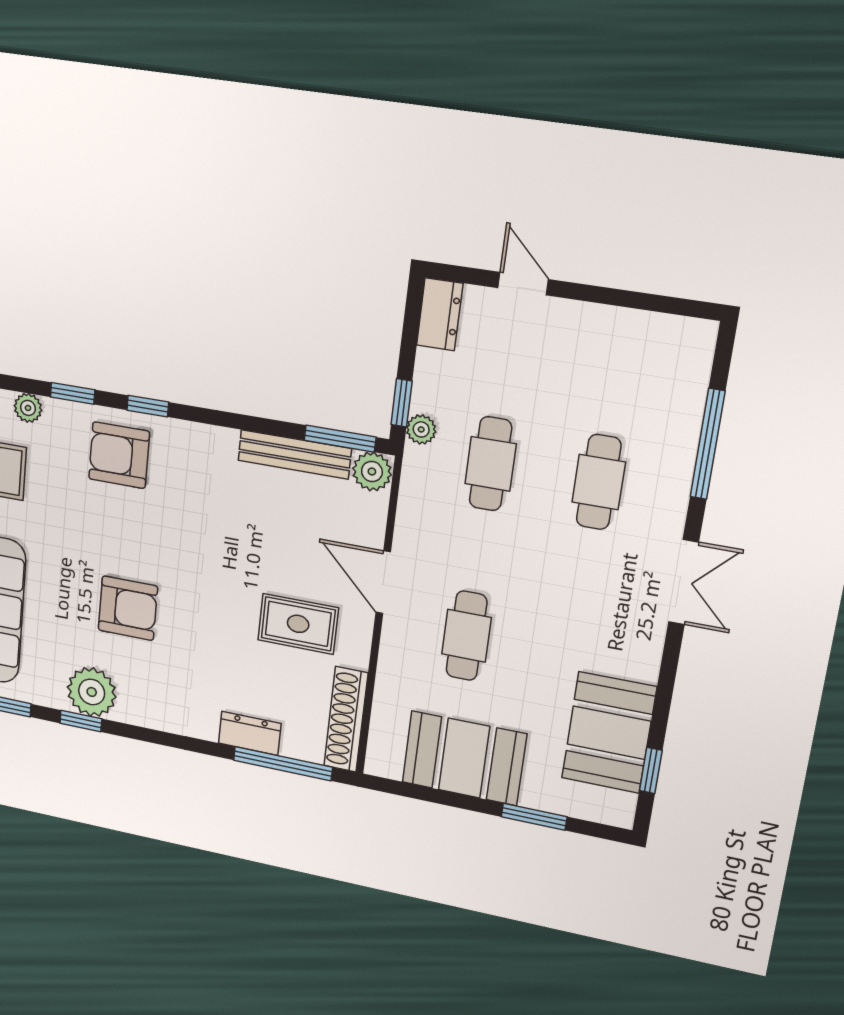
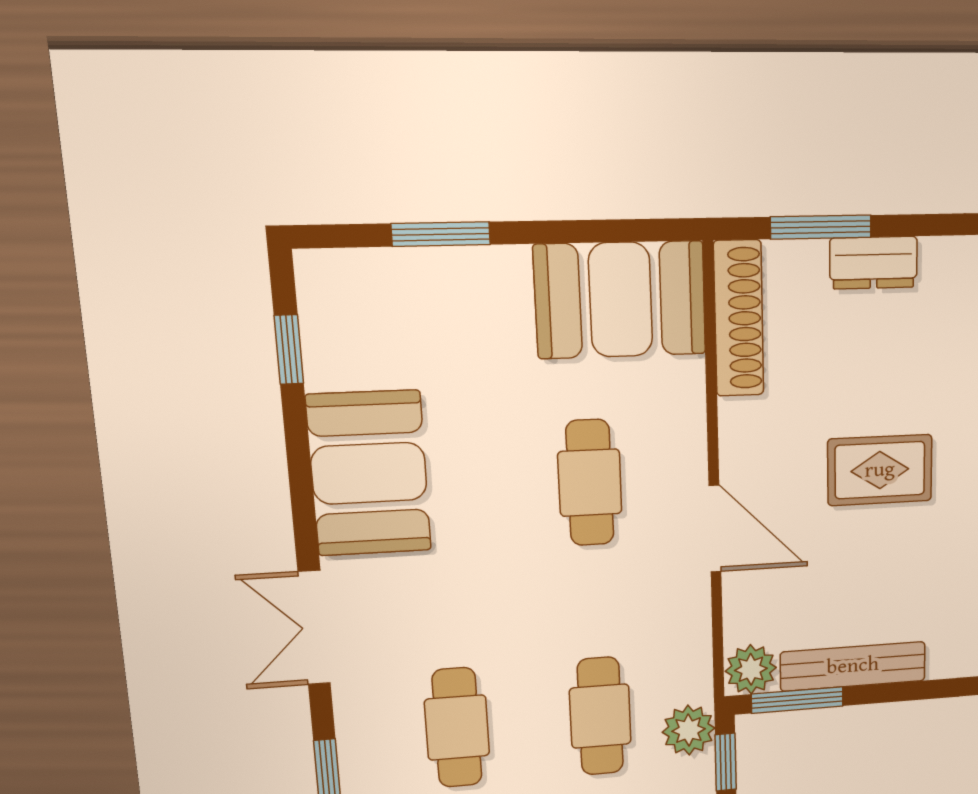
plant: (421, 429) -> (689, 730), width x1.38, depth x1.38
rug: (298, 624) -> (880, 470), moved
booth: (609, 733) -> (369, 473), moved
booth: (464, 758) -> (621, 300), moved
window: (283, 764) -> (821, 227), width x0.69

